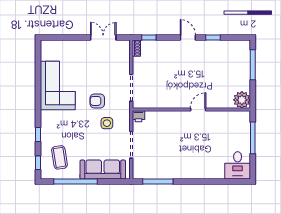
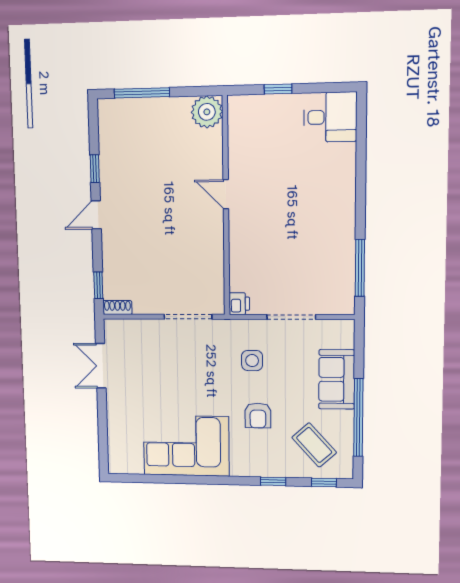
armchair: (97, 101) -> (258, 416), moved
window: (253, 138) -> (278, 89), width x0.46
coffee table: (59, 157) -> (314, 445), turned 57
sofa: (103, 170) -> (337, 379), width x0.73

